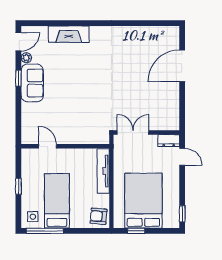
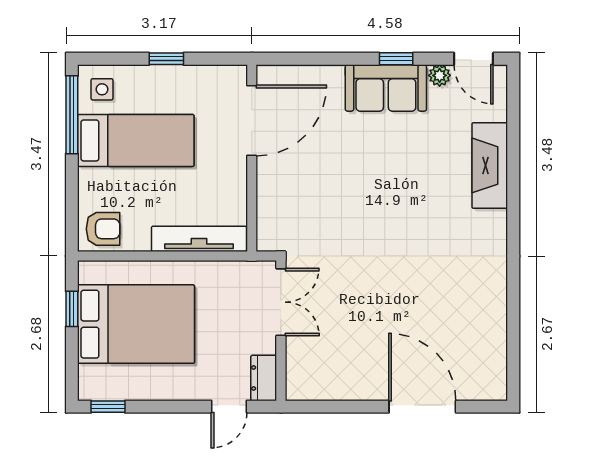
door: (48, 146) -> (252, 120), width x1.87
armchair: (99, 216) -> (103, 229), turned 85

